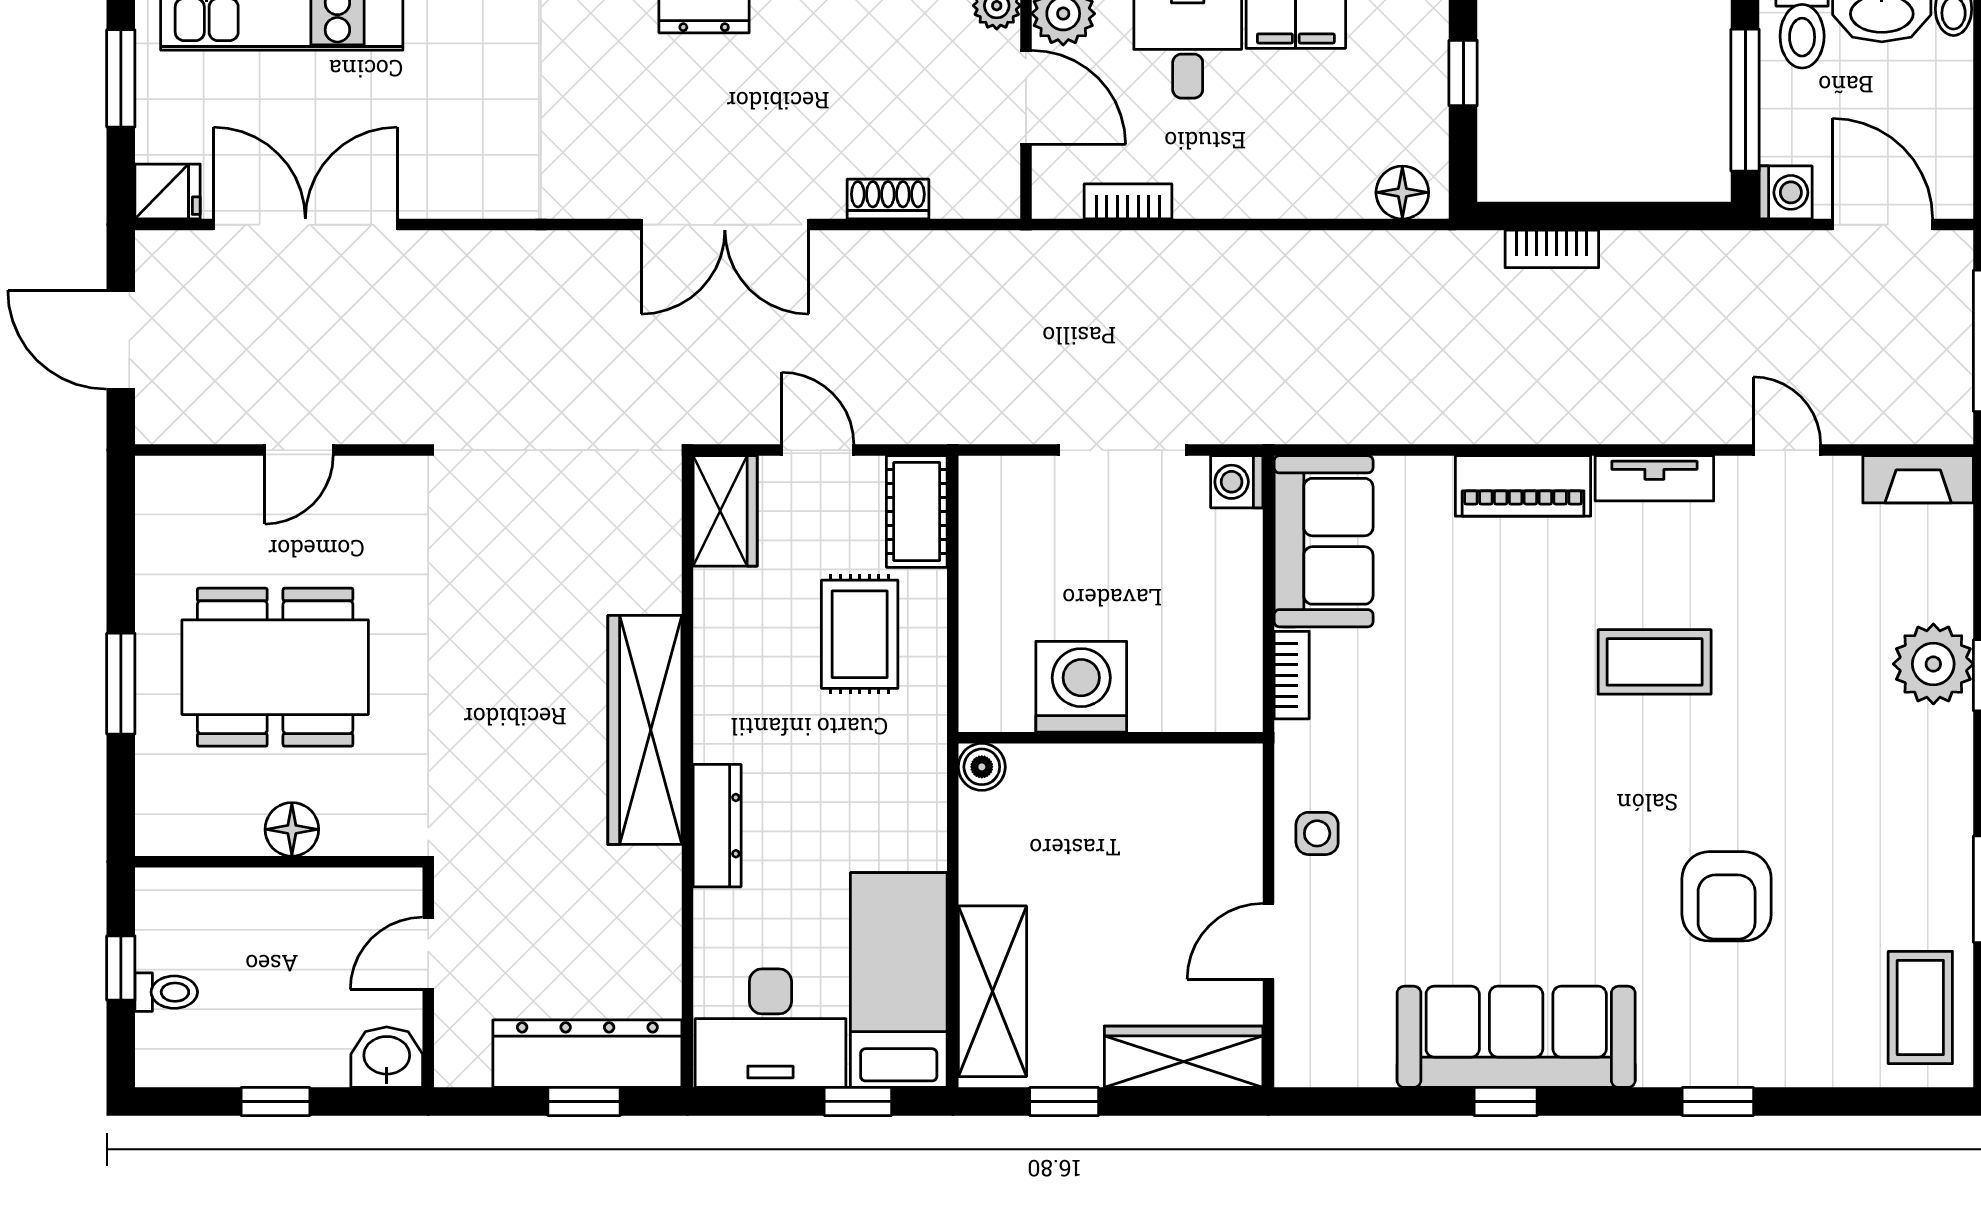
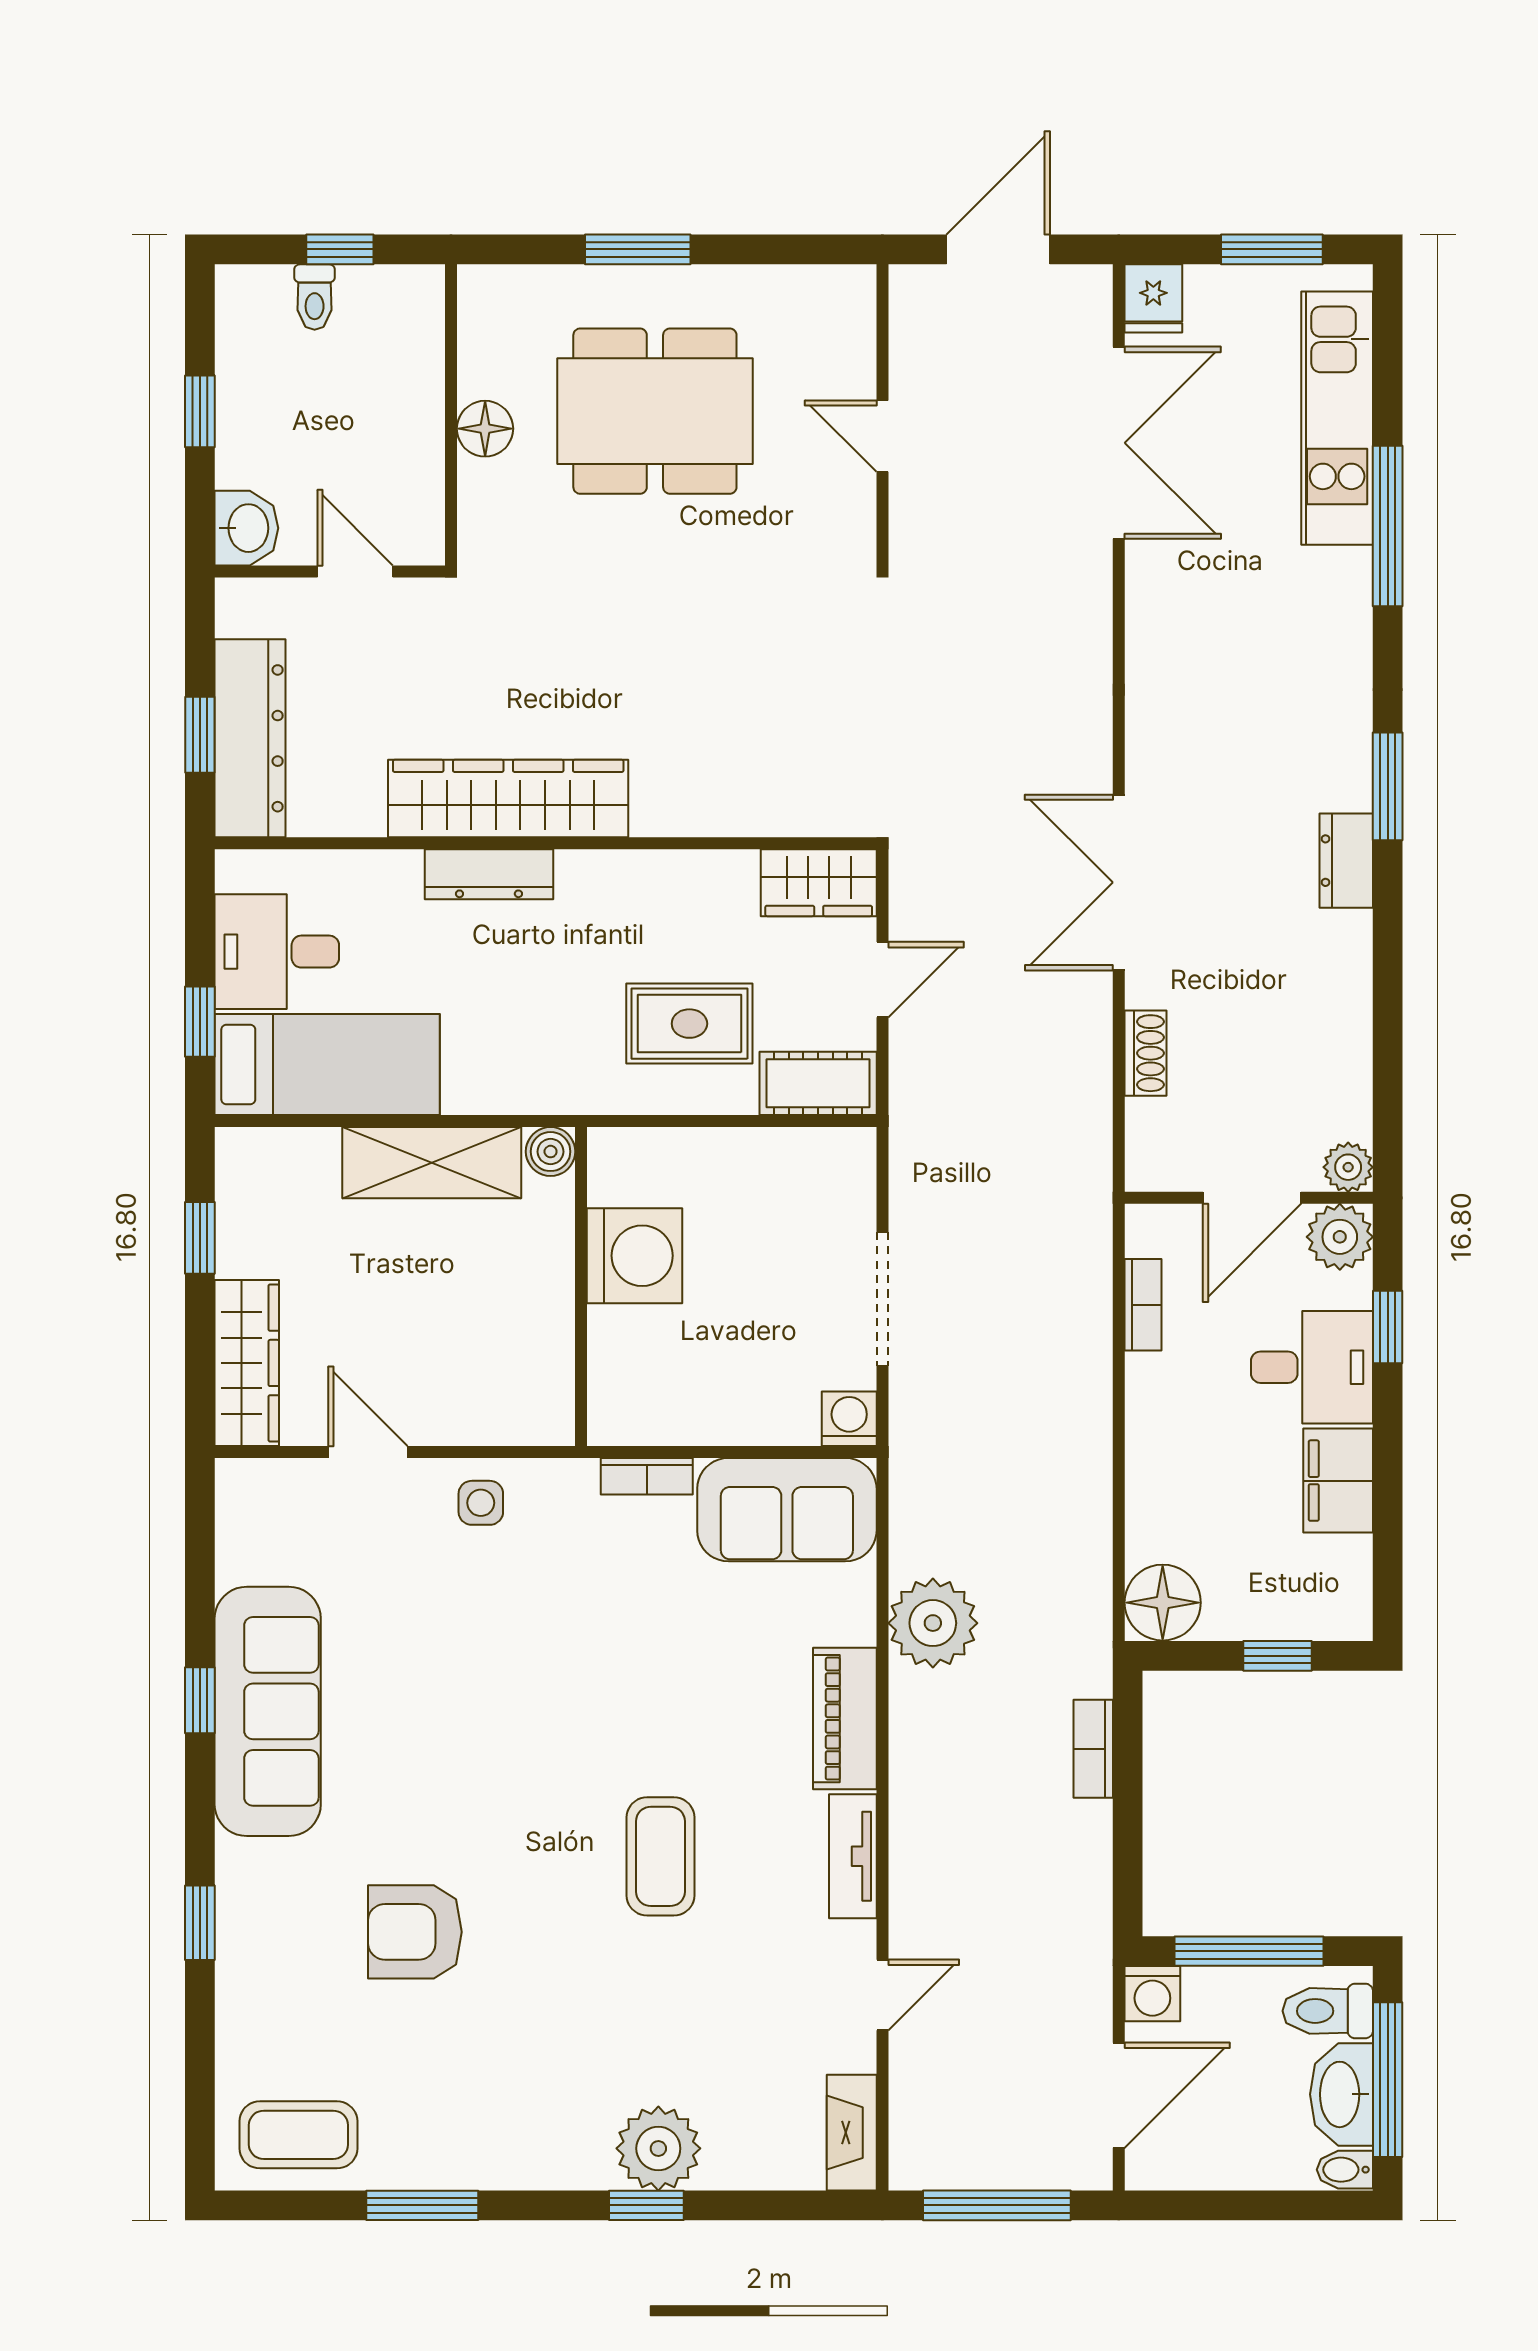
floor lamp: (1402, 192) -> (1163, 1603), width x1.38, depth x1.38
plant: (1432, 402) -> (933, 1623), added
dining table: (275, 667) -> (655, 411), turned 90
wardrobe: (645, 730) -> (508, 799), moved
shelving: (992, 991) -> (432, 1163), moved
desk: (770, 1028) -> (277, 952), width x0.73

